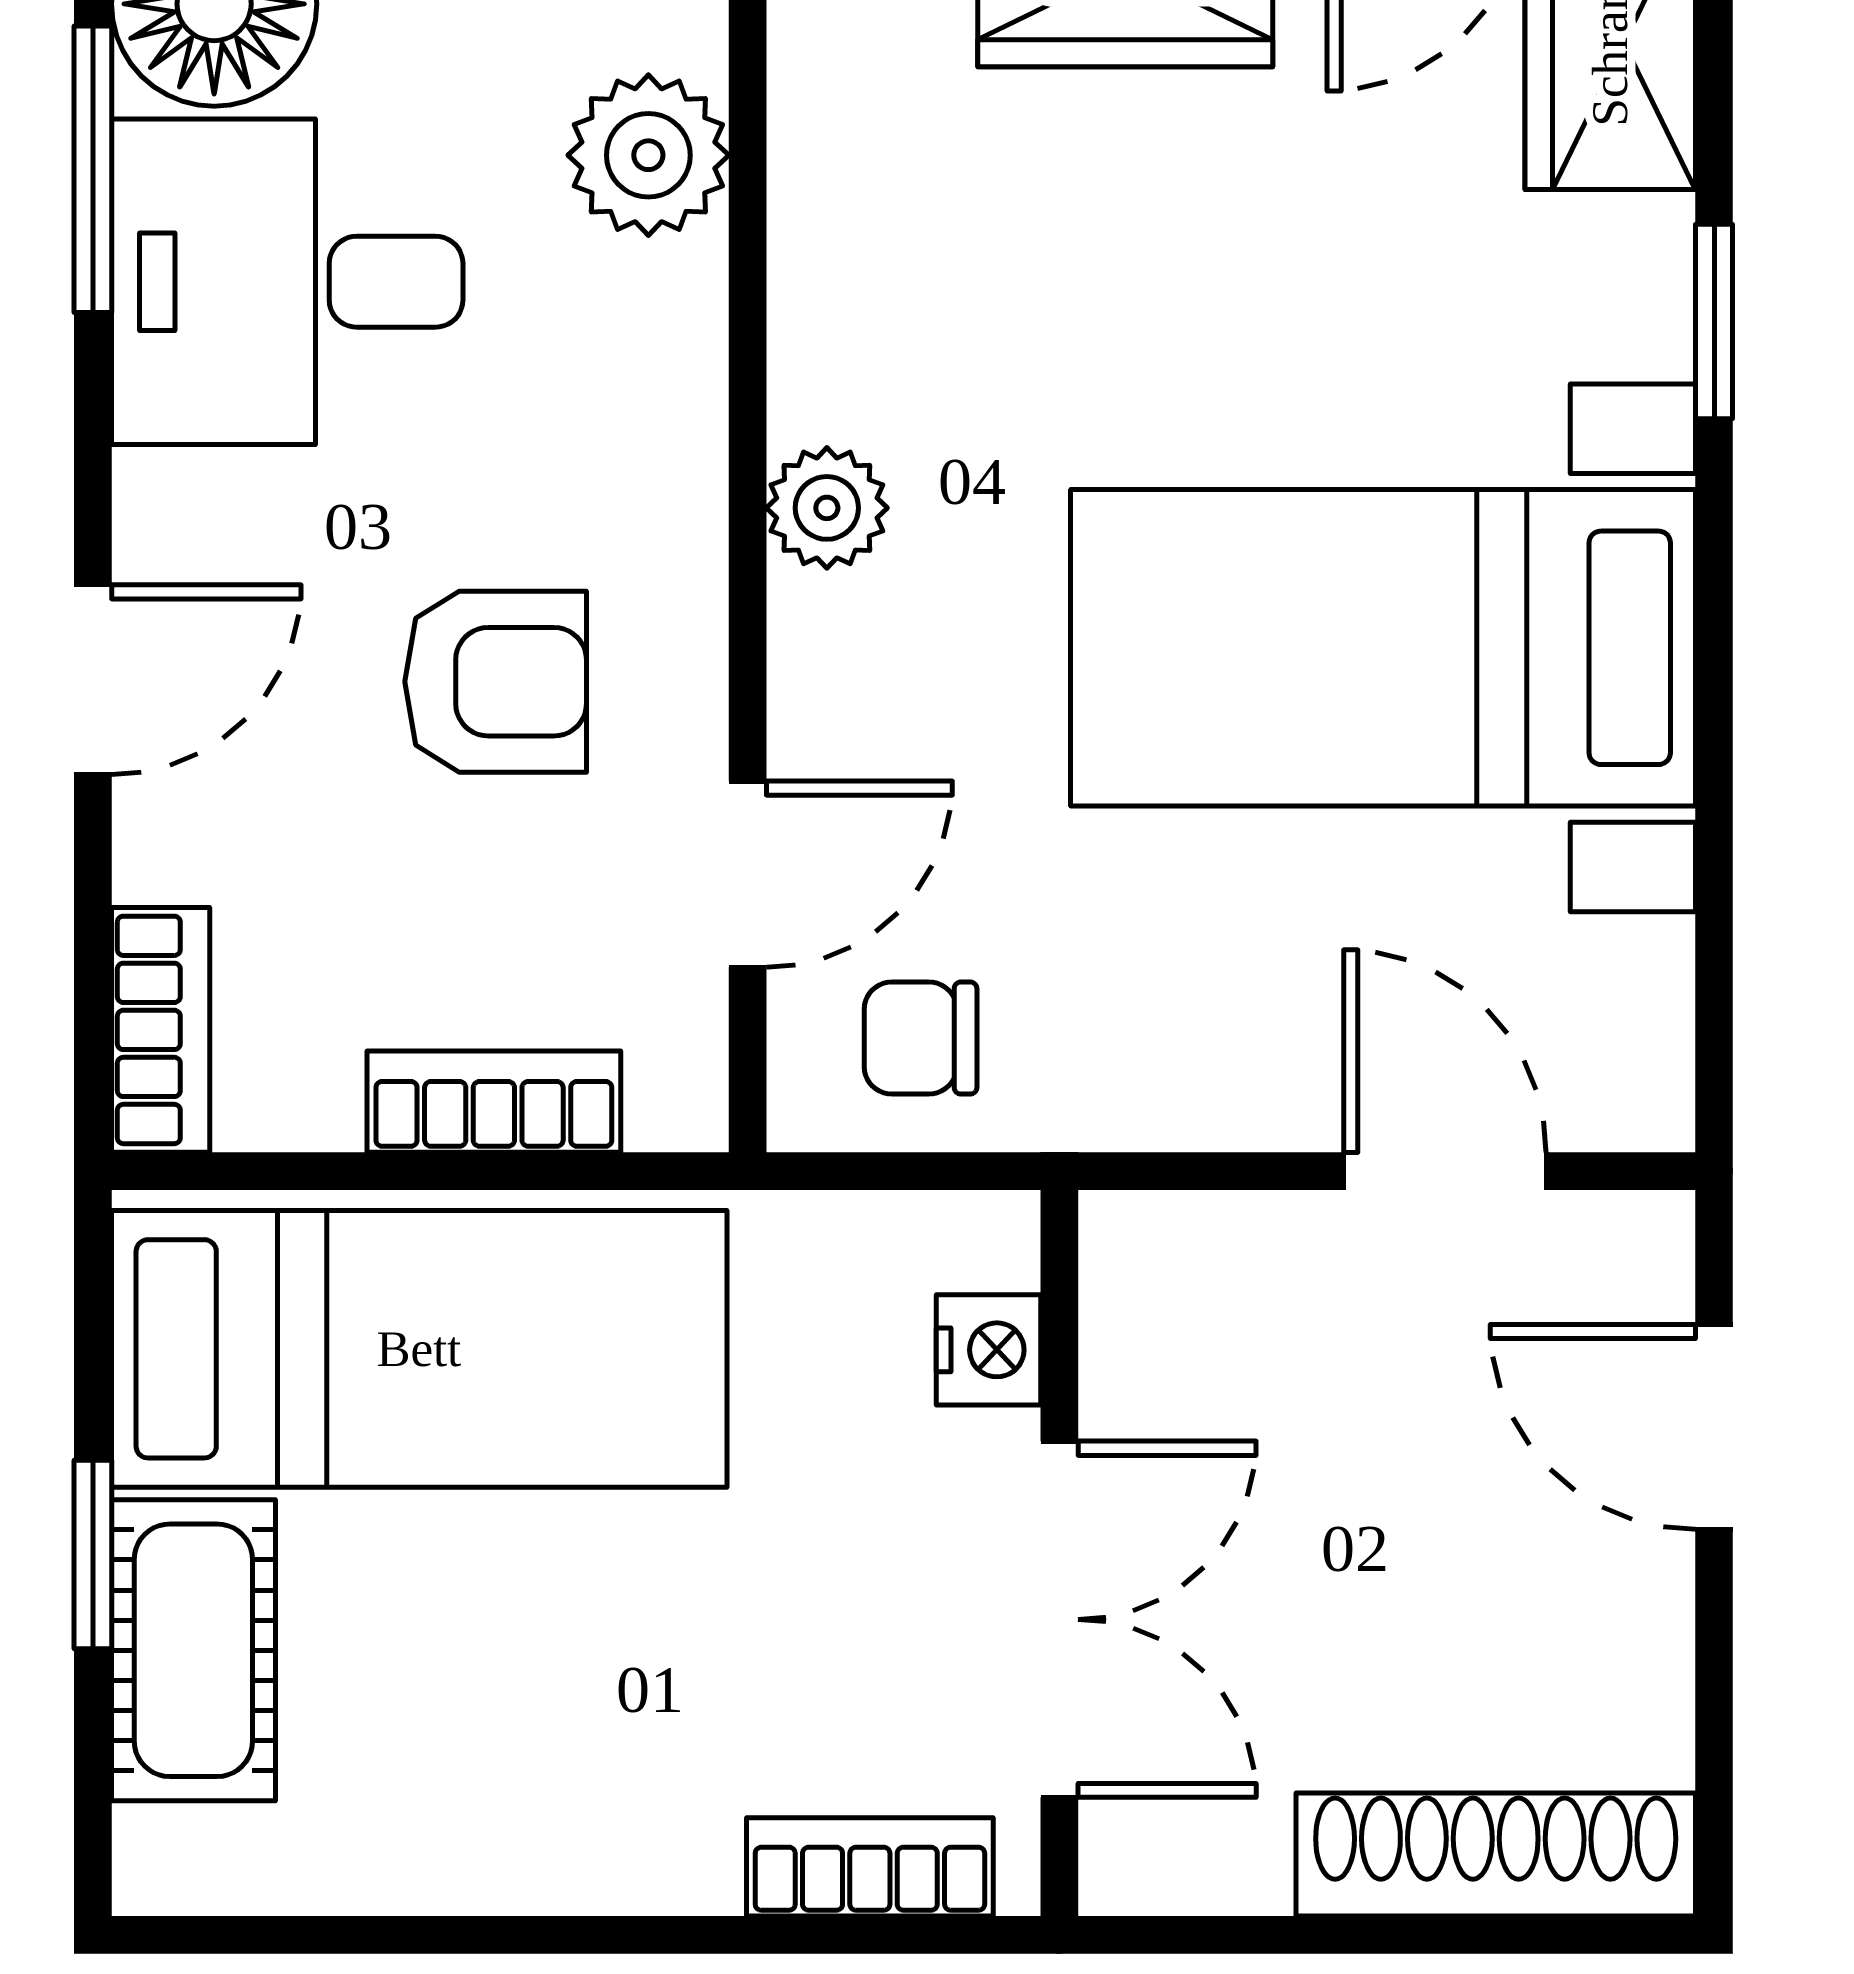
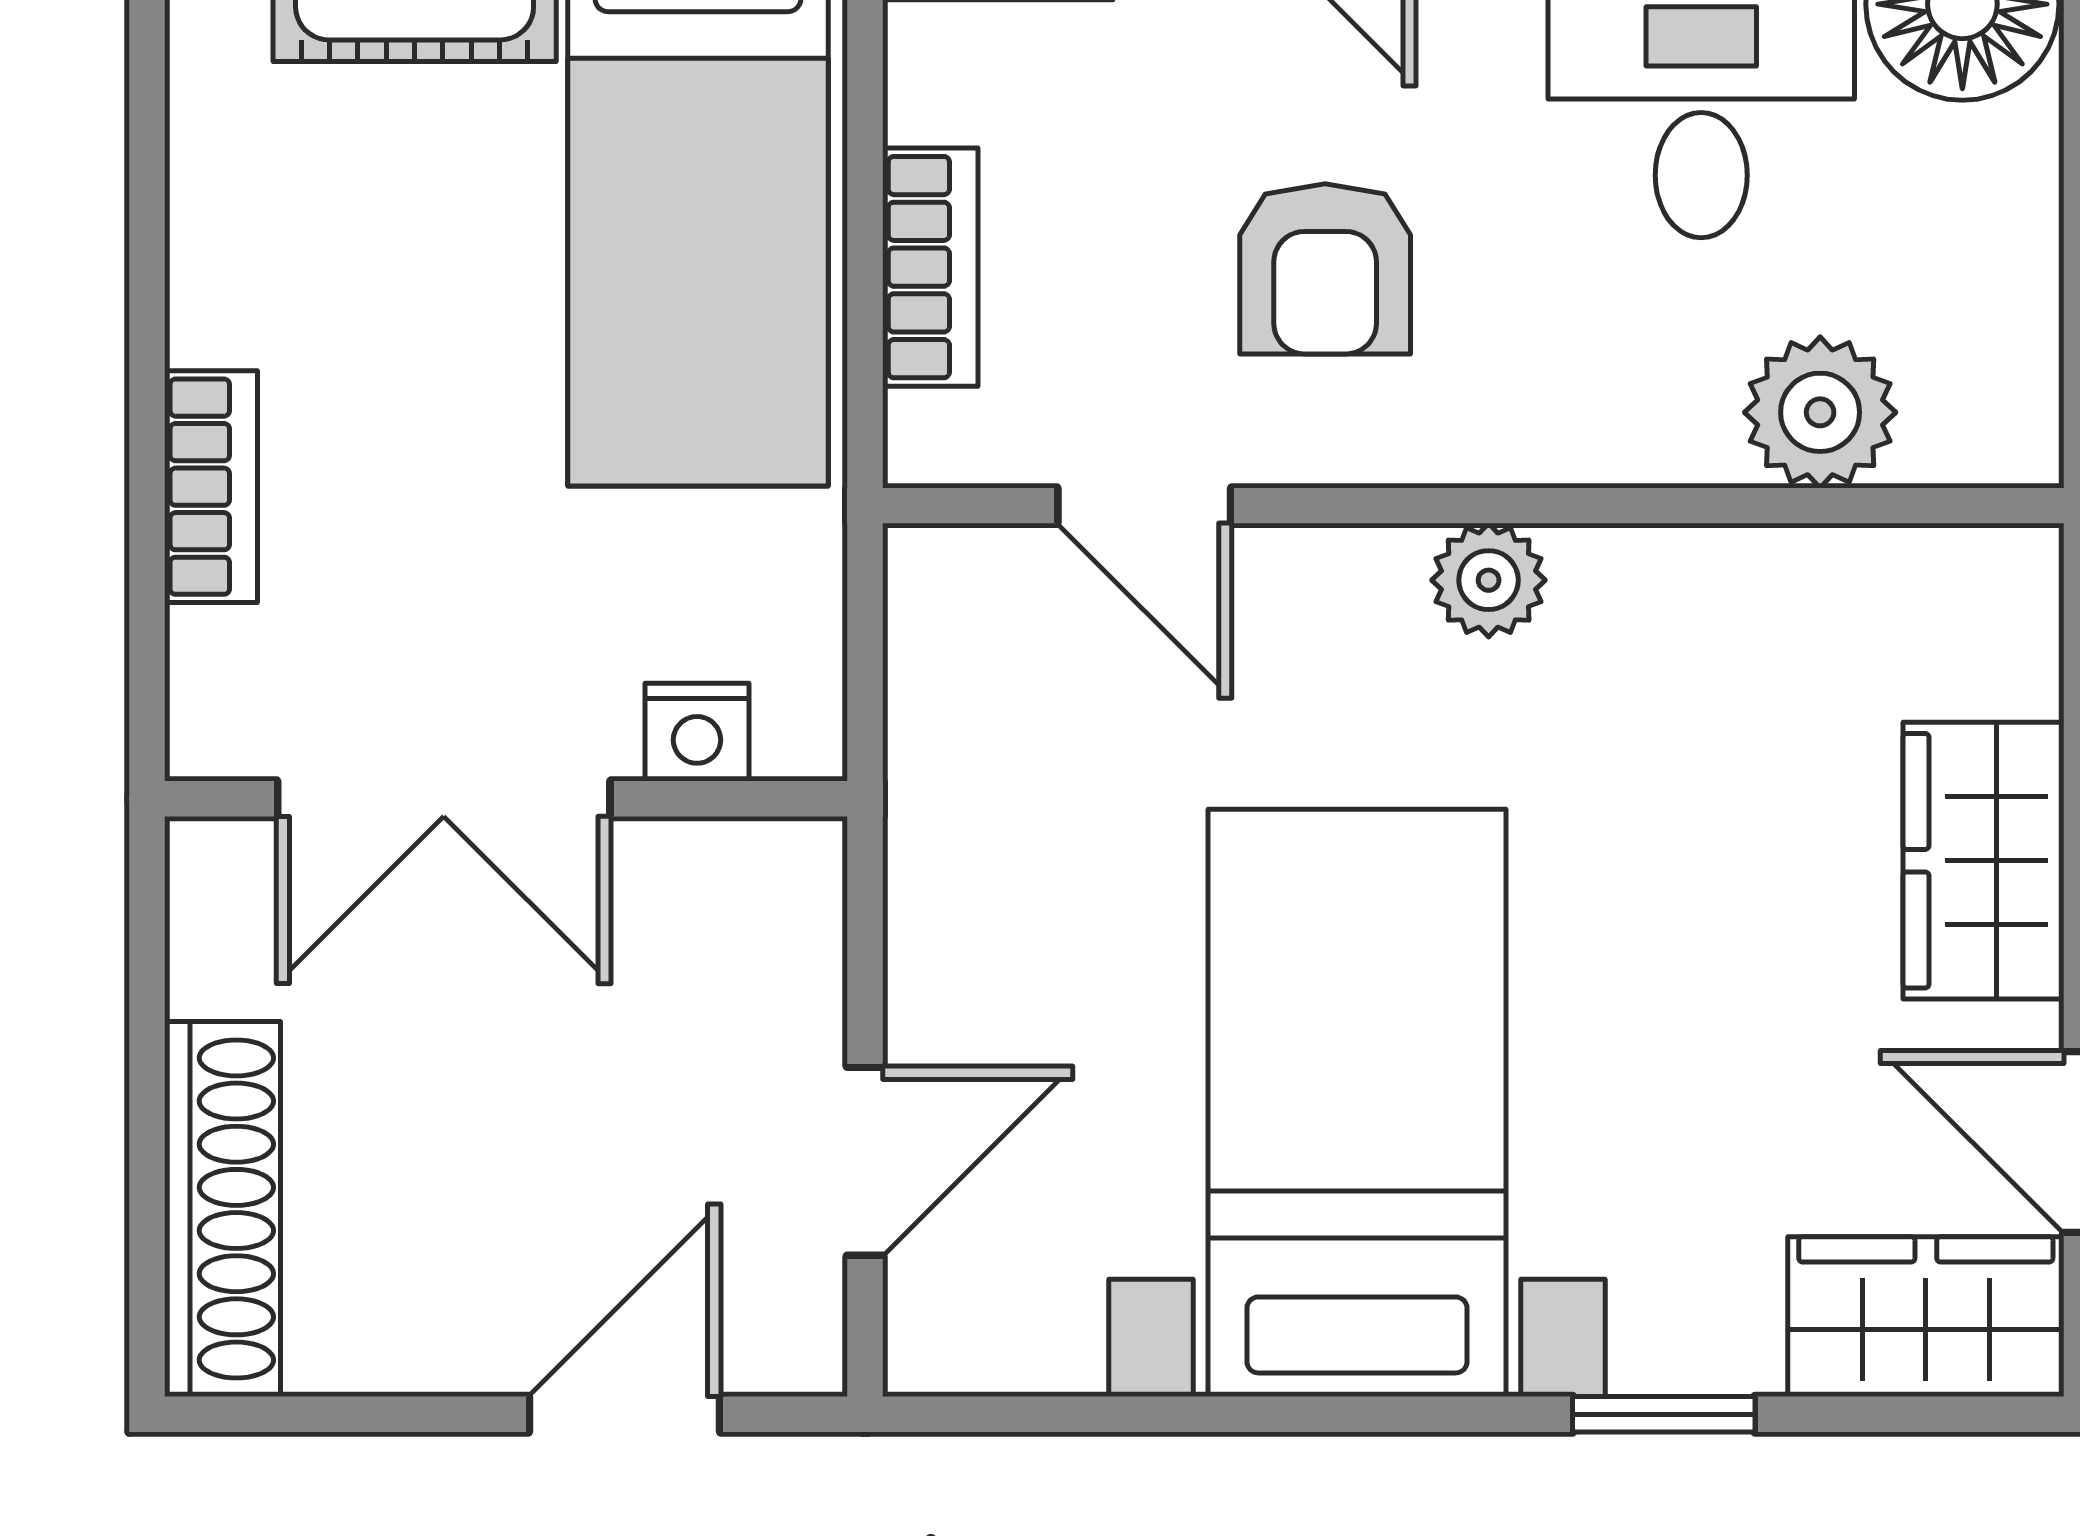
chair: (921, 1038) -> (990, 668), removed
bookcase: (870, 1867) -> (211, 487), moved

